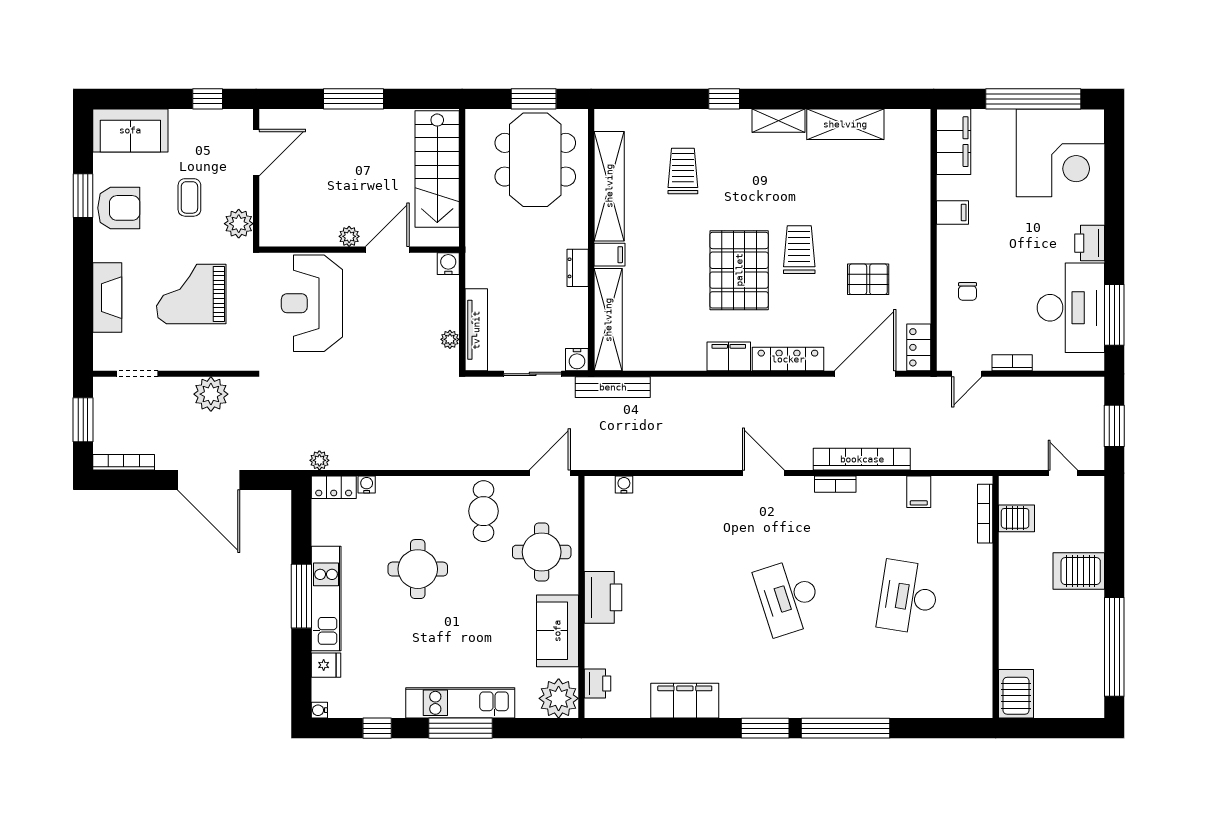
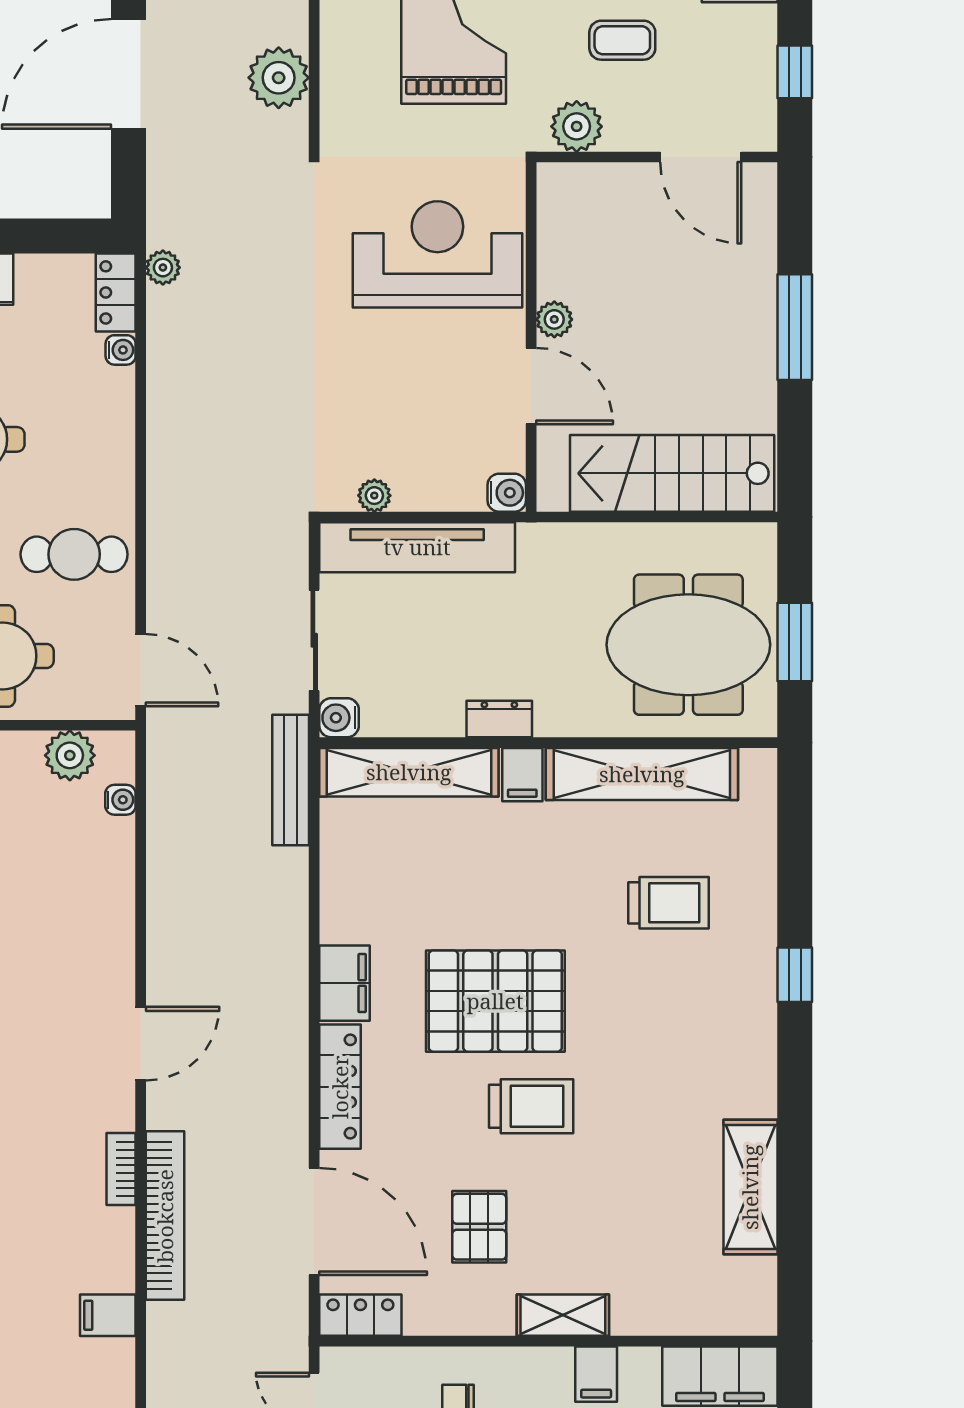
shelving: (779, 121) -> (563, 1315), moved, turned 90
tv unit: (476, 330) -> (417, 547), width x1.36, depth x1.29
plant: (599, 514) -> (70, 755), added

